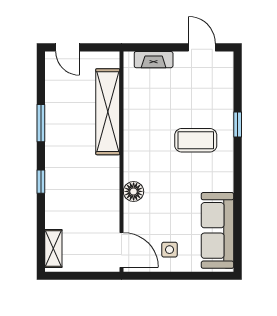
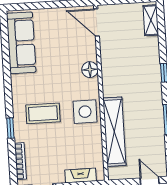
bookcase: (228, 82) -> (20, 161), added
side table: (170, 250) -> (85, 112), moved, width x1.87, depth x1.87

